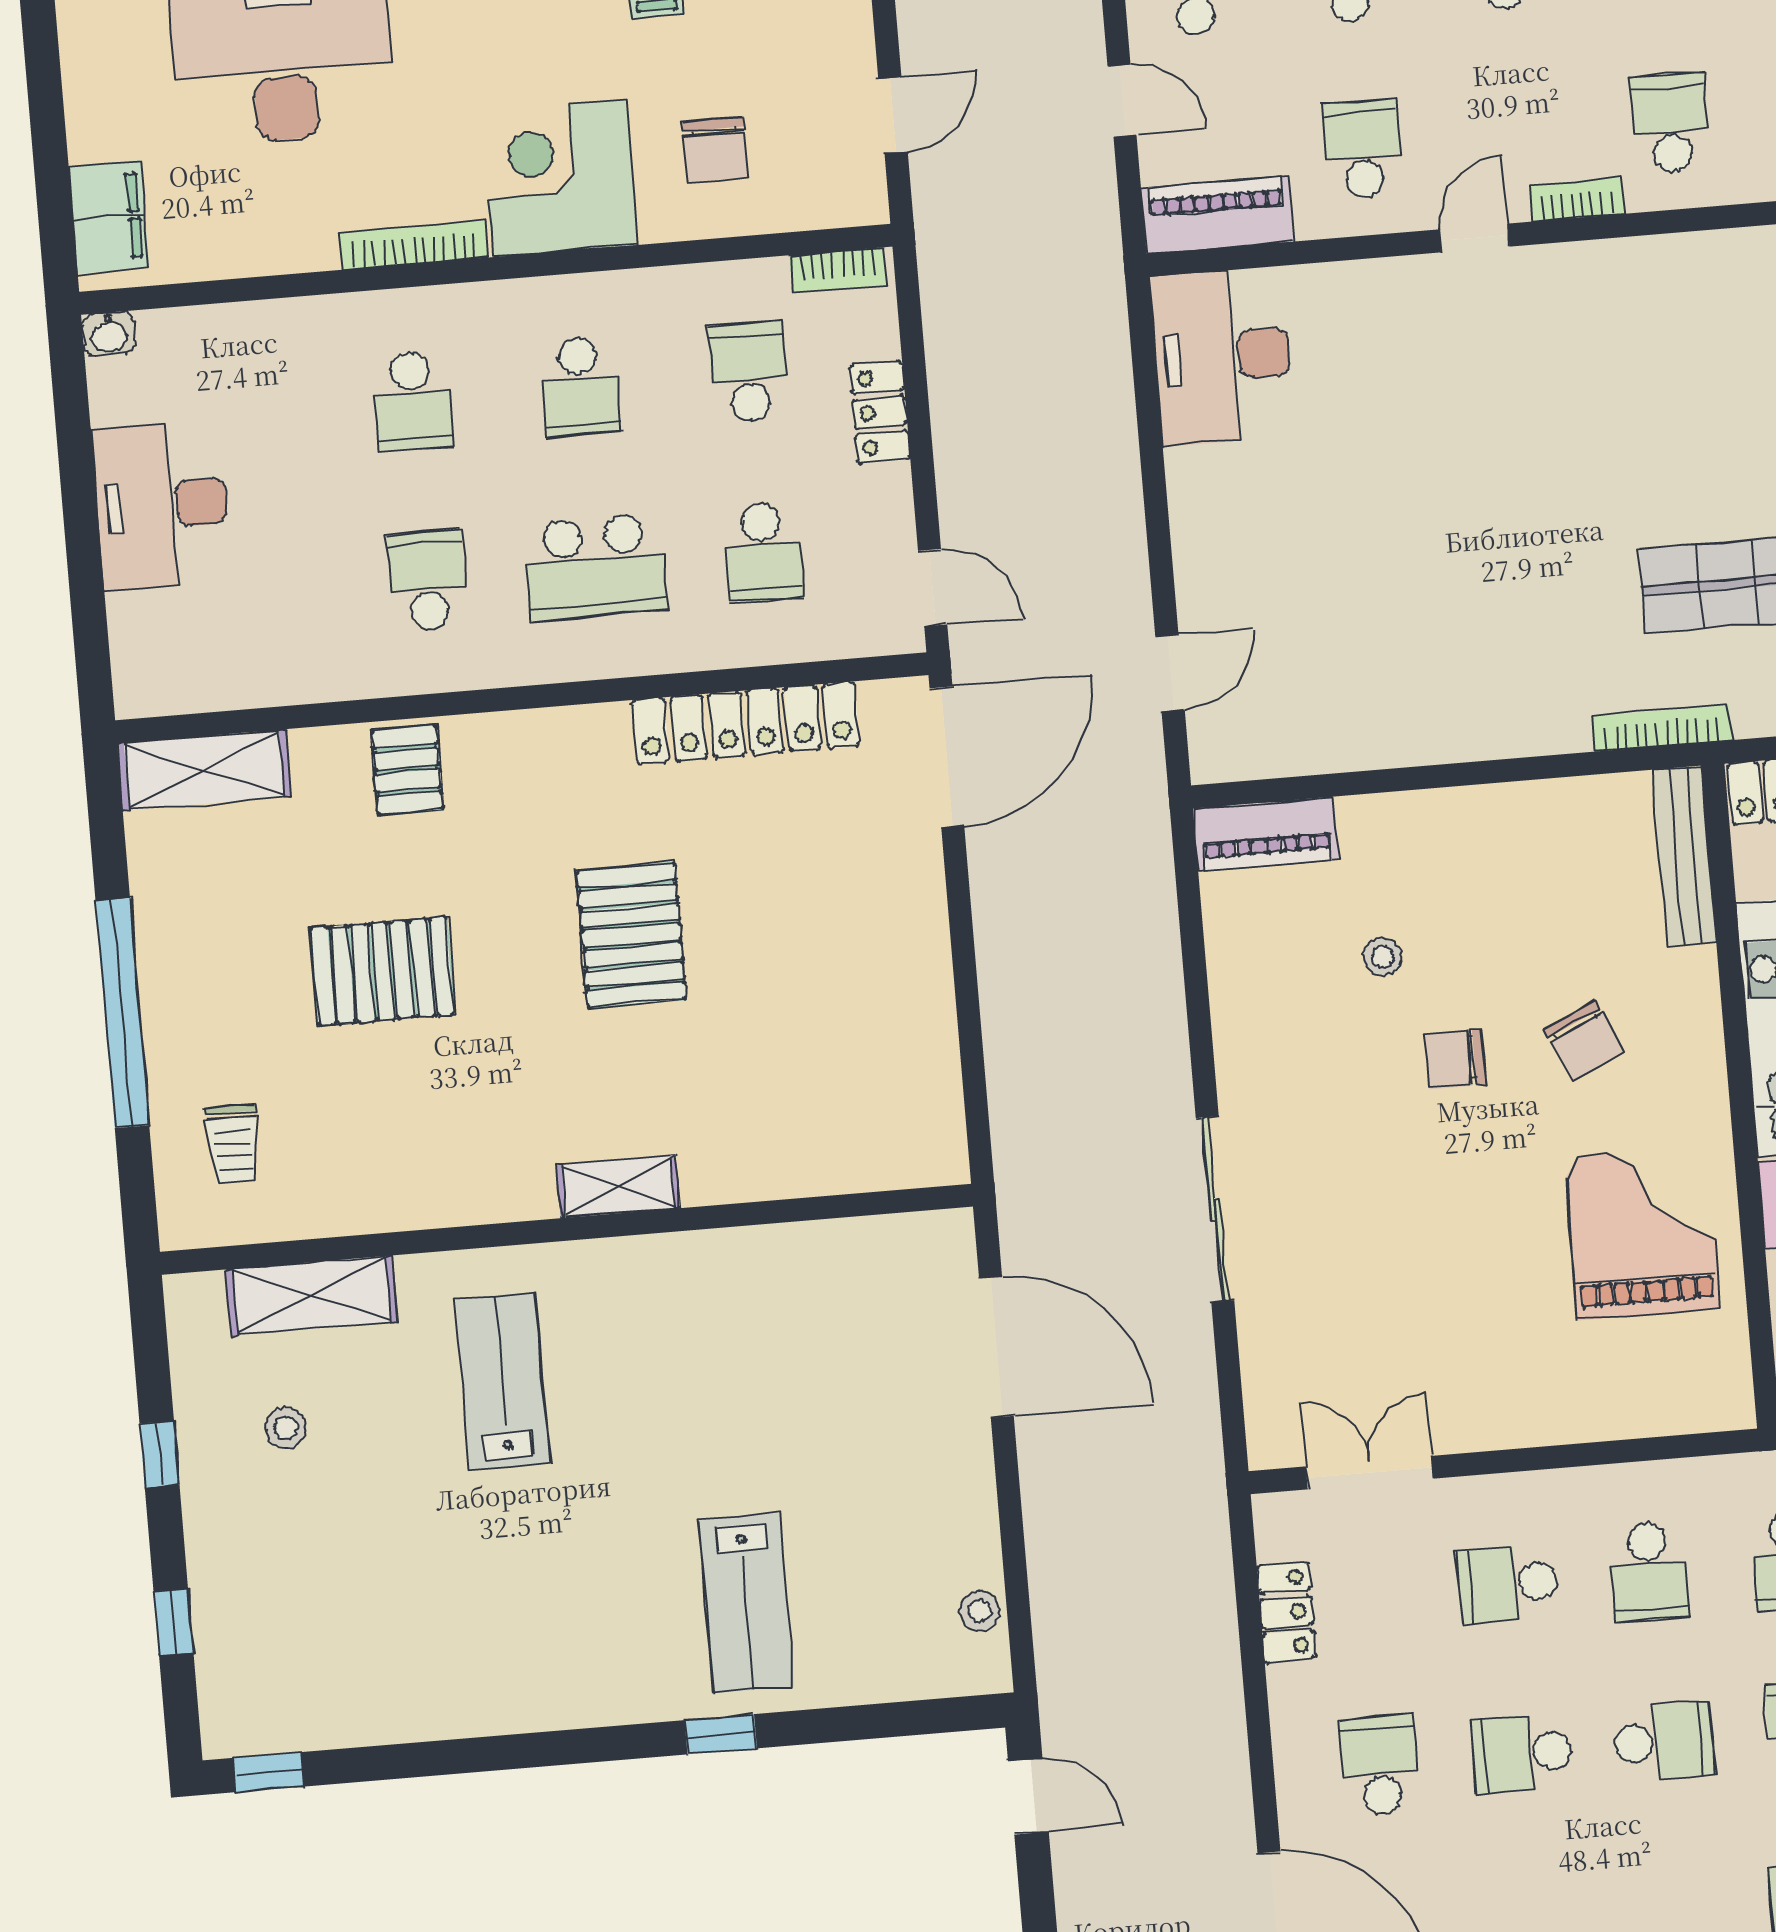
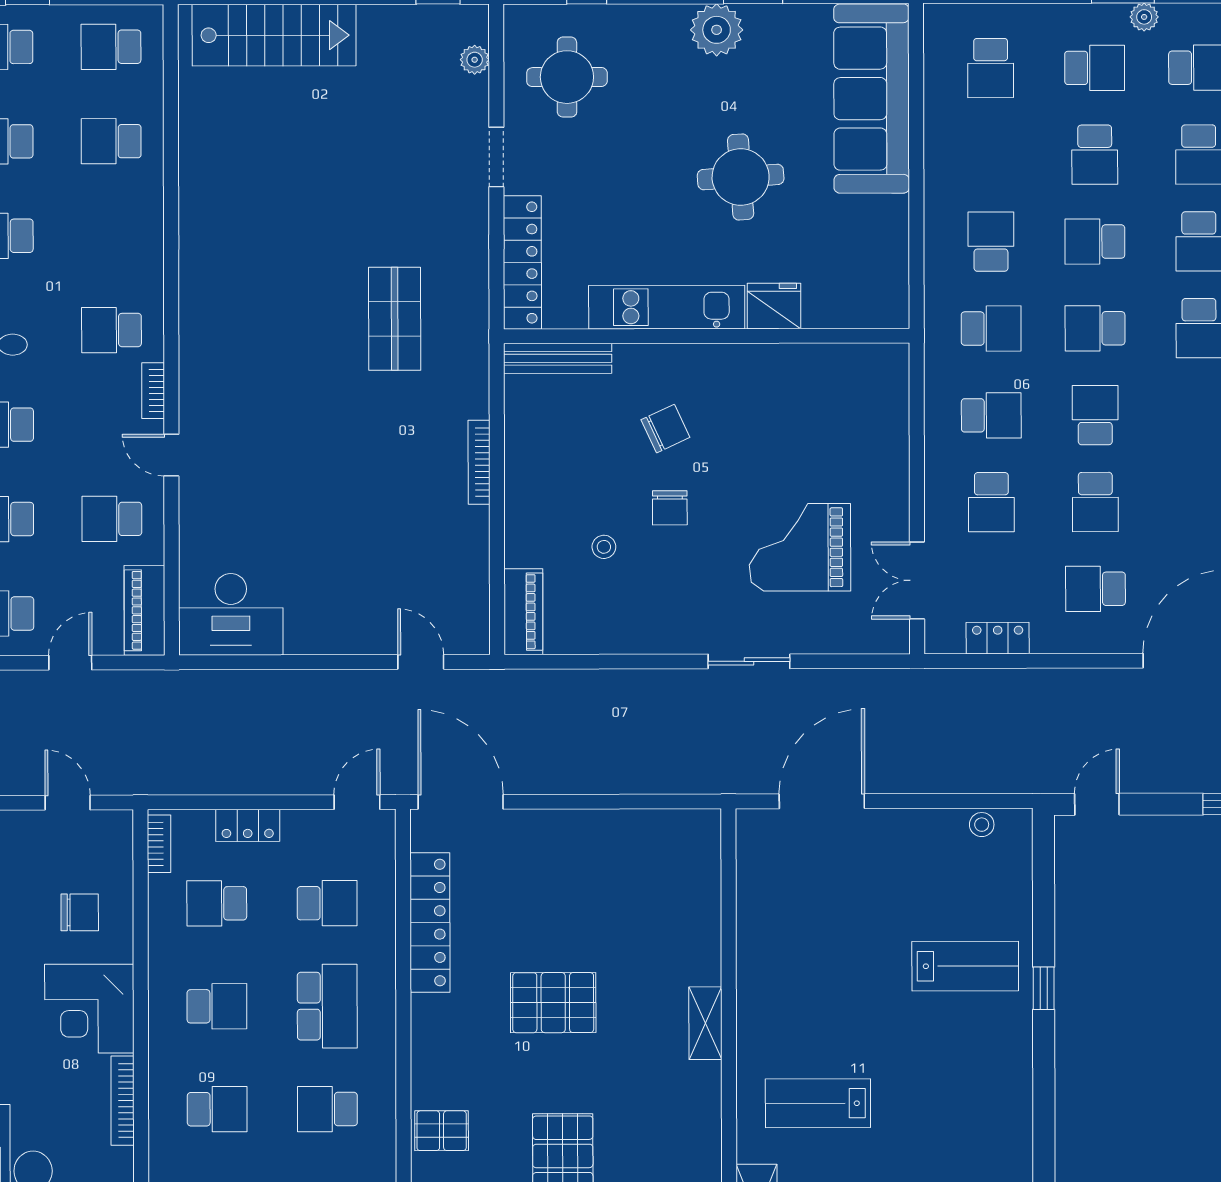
bookcase: (1662, 728) -> (479, 462), moved
sliding door: (1215, 1209) -> (749, 661), width x0.73
grand piano: (1642, 1232) -> (800, 547), moved

